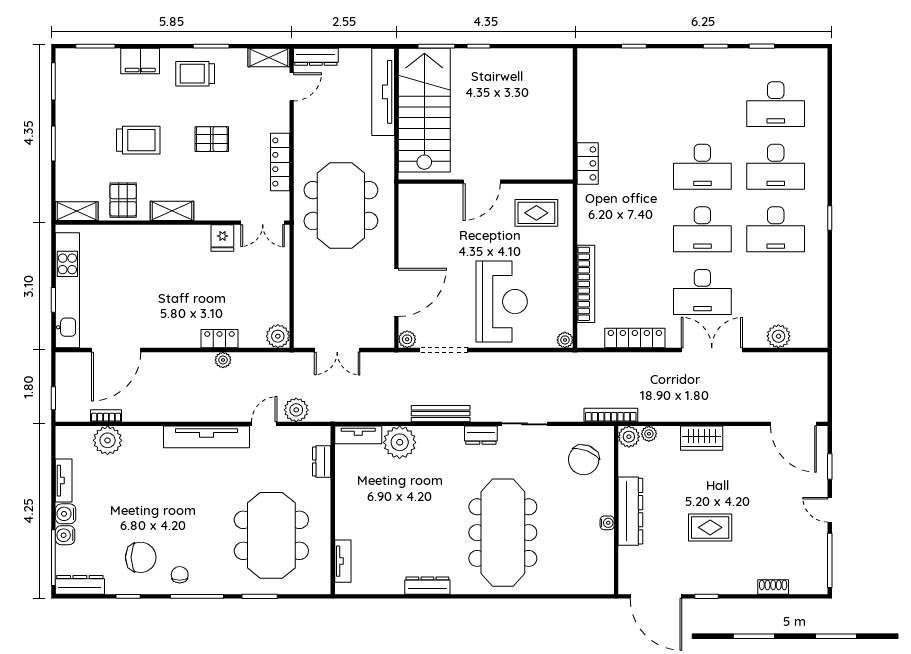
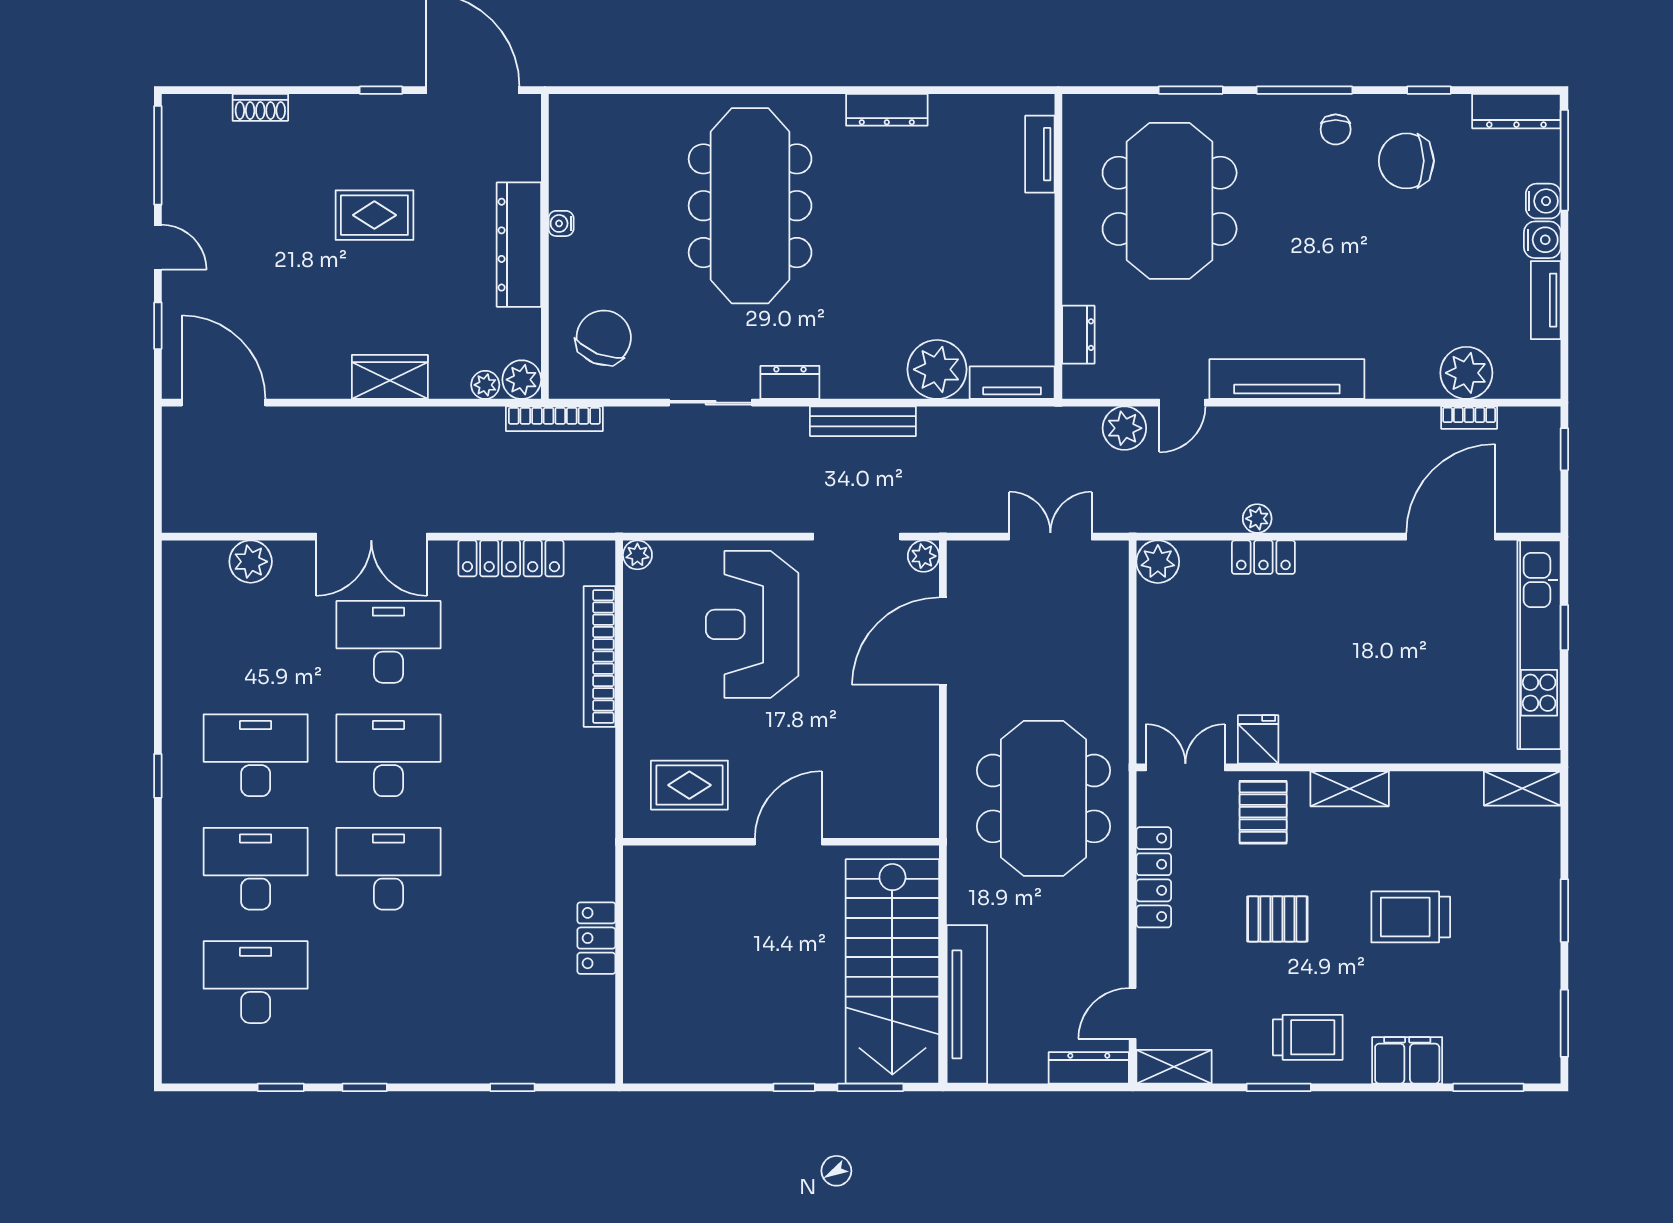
locker: (588, 163) -> (596, 938), moved
pallet: (123, 200) -> (1263, 812), moved

